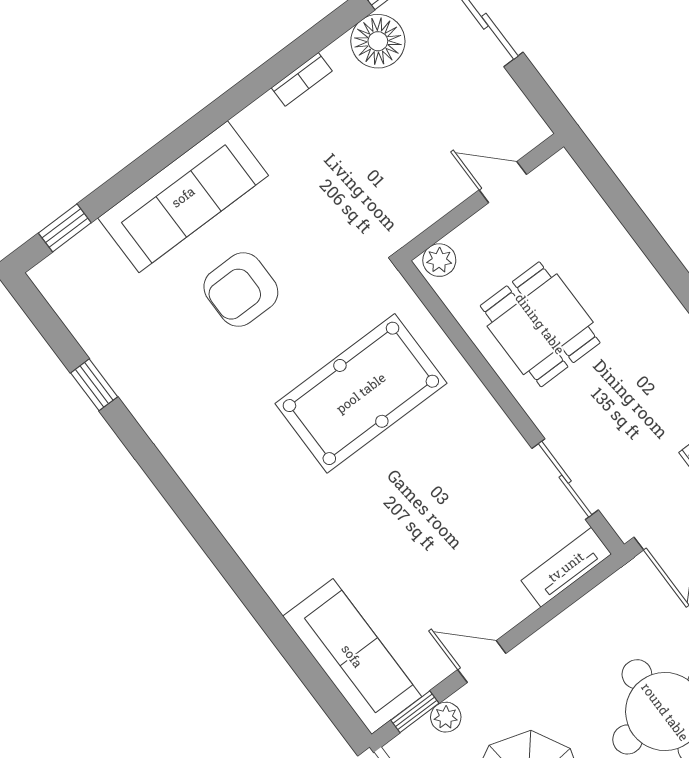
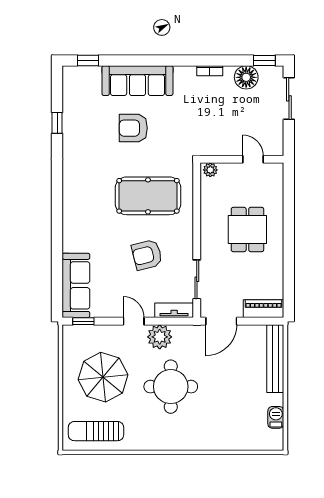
dining table: (540, 324) -> (247, 230), moved
armchair: (440, 503) -> (147, 255), added
door: (482, 661) -> (134, 321), moved
plant: (446, 717) -> (160, 337), moved, width x1.87, depth x1.87

